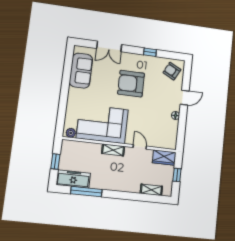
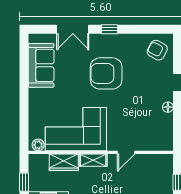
window: (150, 52) -> (110, 29), moved
door: (140, 147) -> (126, 152), swing flipped
wardrobe: (164, 157) -> (64, 162), moved

